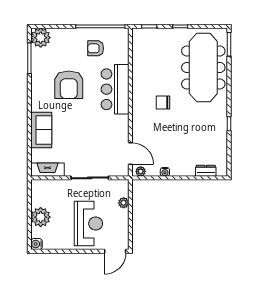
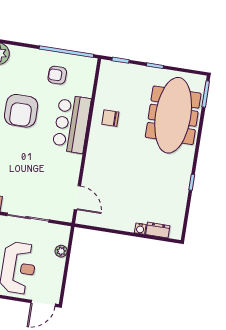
chair: (163, 102) -> (110, 118), moved
plant: (141, 171) -> (86, 219), removed
water cooler: (165, 172) -> (140, 229), moved

